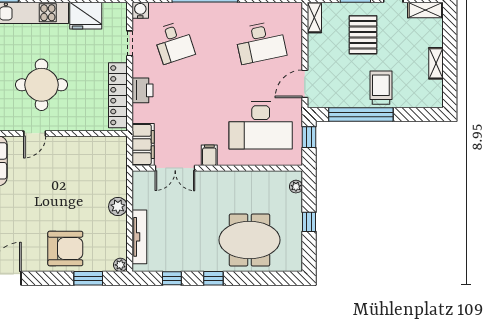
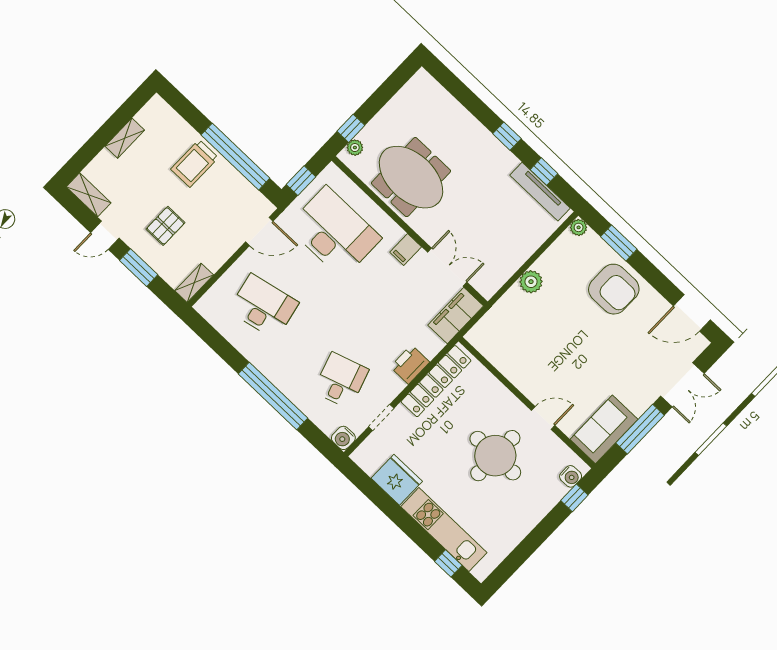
pallet: (363, 35) -> (165, 226), width x0.67, depth x0.71
window: (309, 222) -> (351, 128), moved
tv unit: (139, 237) -> (540, 192), moved, turned -90
meeting table: (250, 240) -> (411, 177), moved
armchair: (65, 248) -> (614, 289), turned 180

